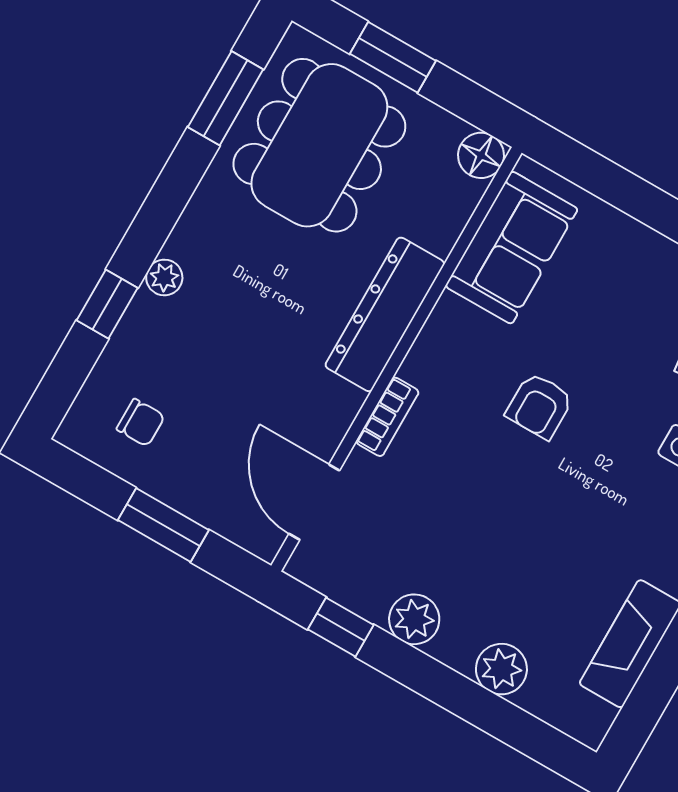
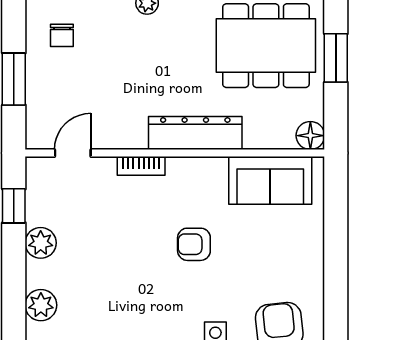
door: (314, 502) -> (73, 153), width x0.73

